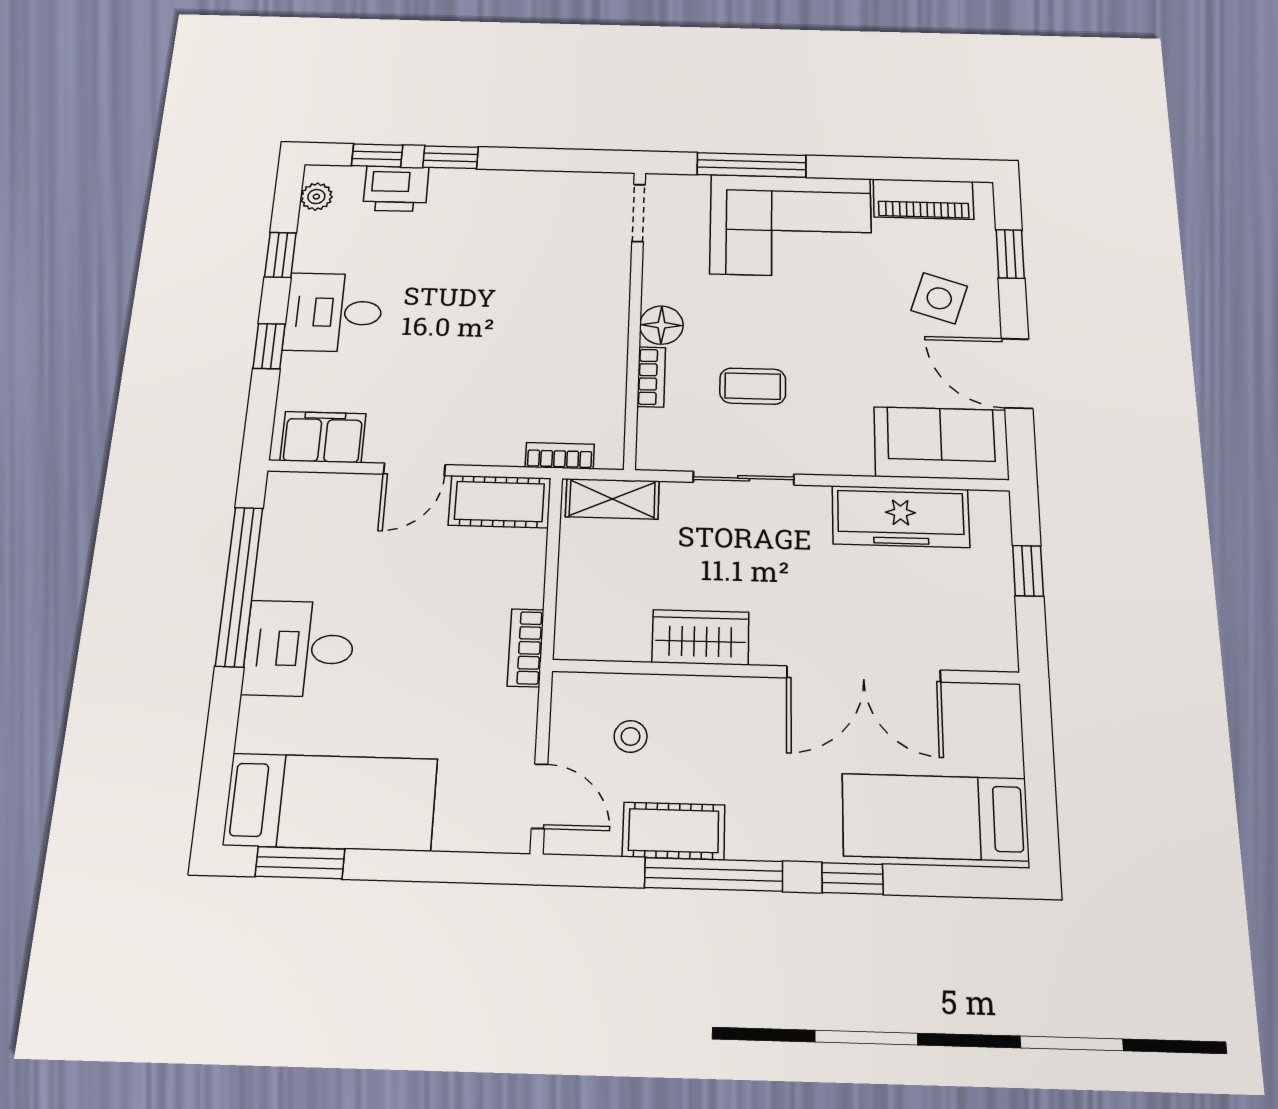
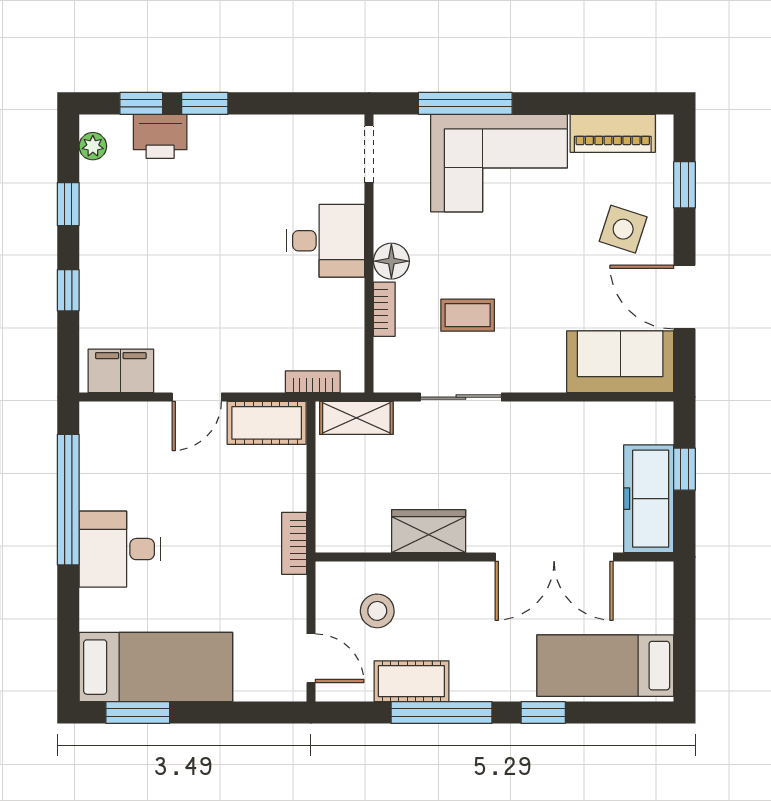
desk: (334, 312) -> (325, 241), moved, turned 180
freezer: (901, 517) -> (649, 499), moved, turned 90
stool: (631, 736) -> (377, 611), width x1.37, depth x1.37

